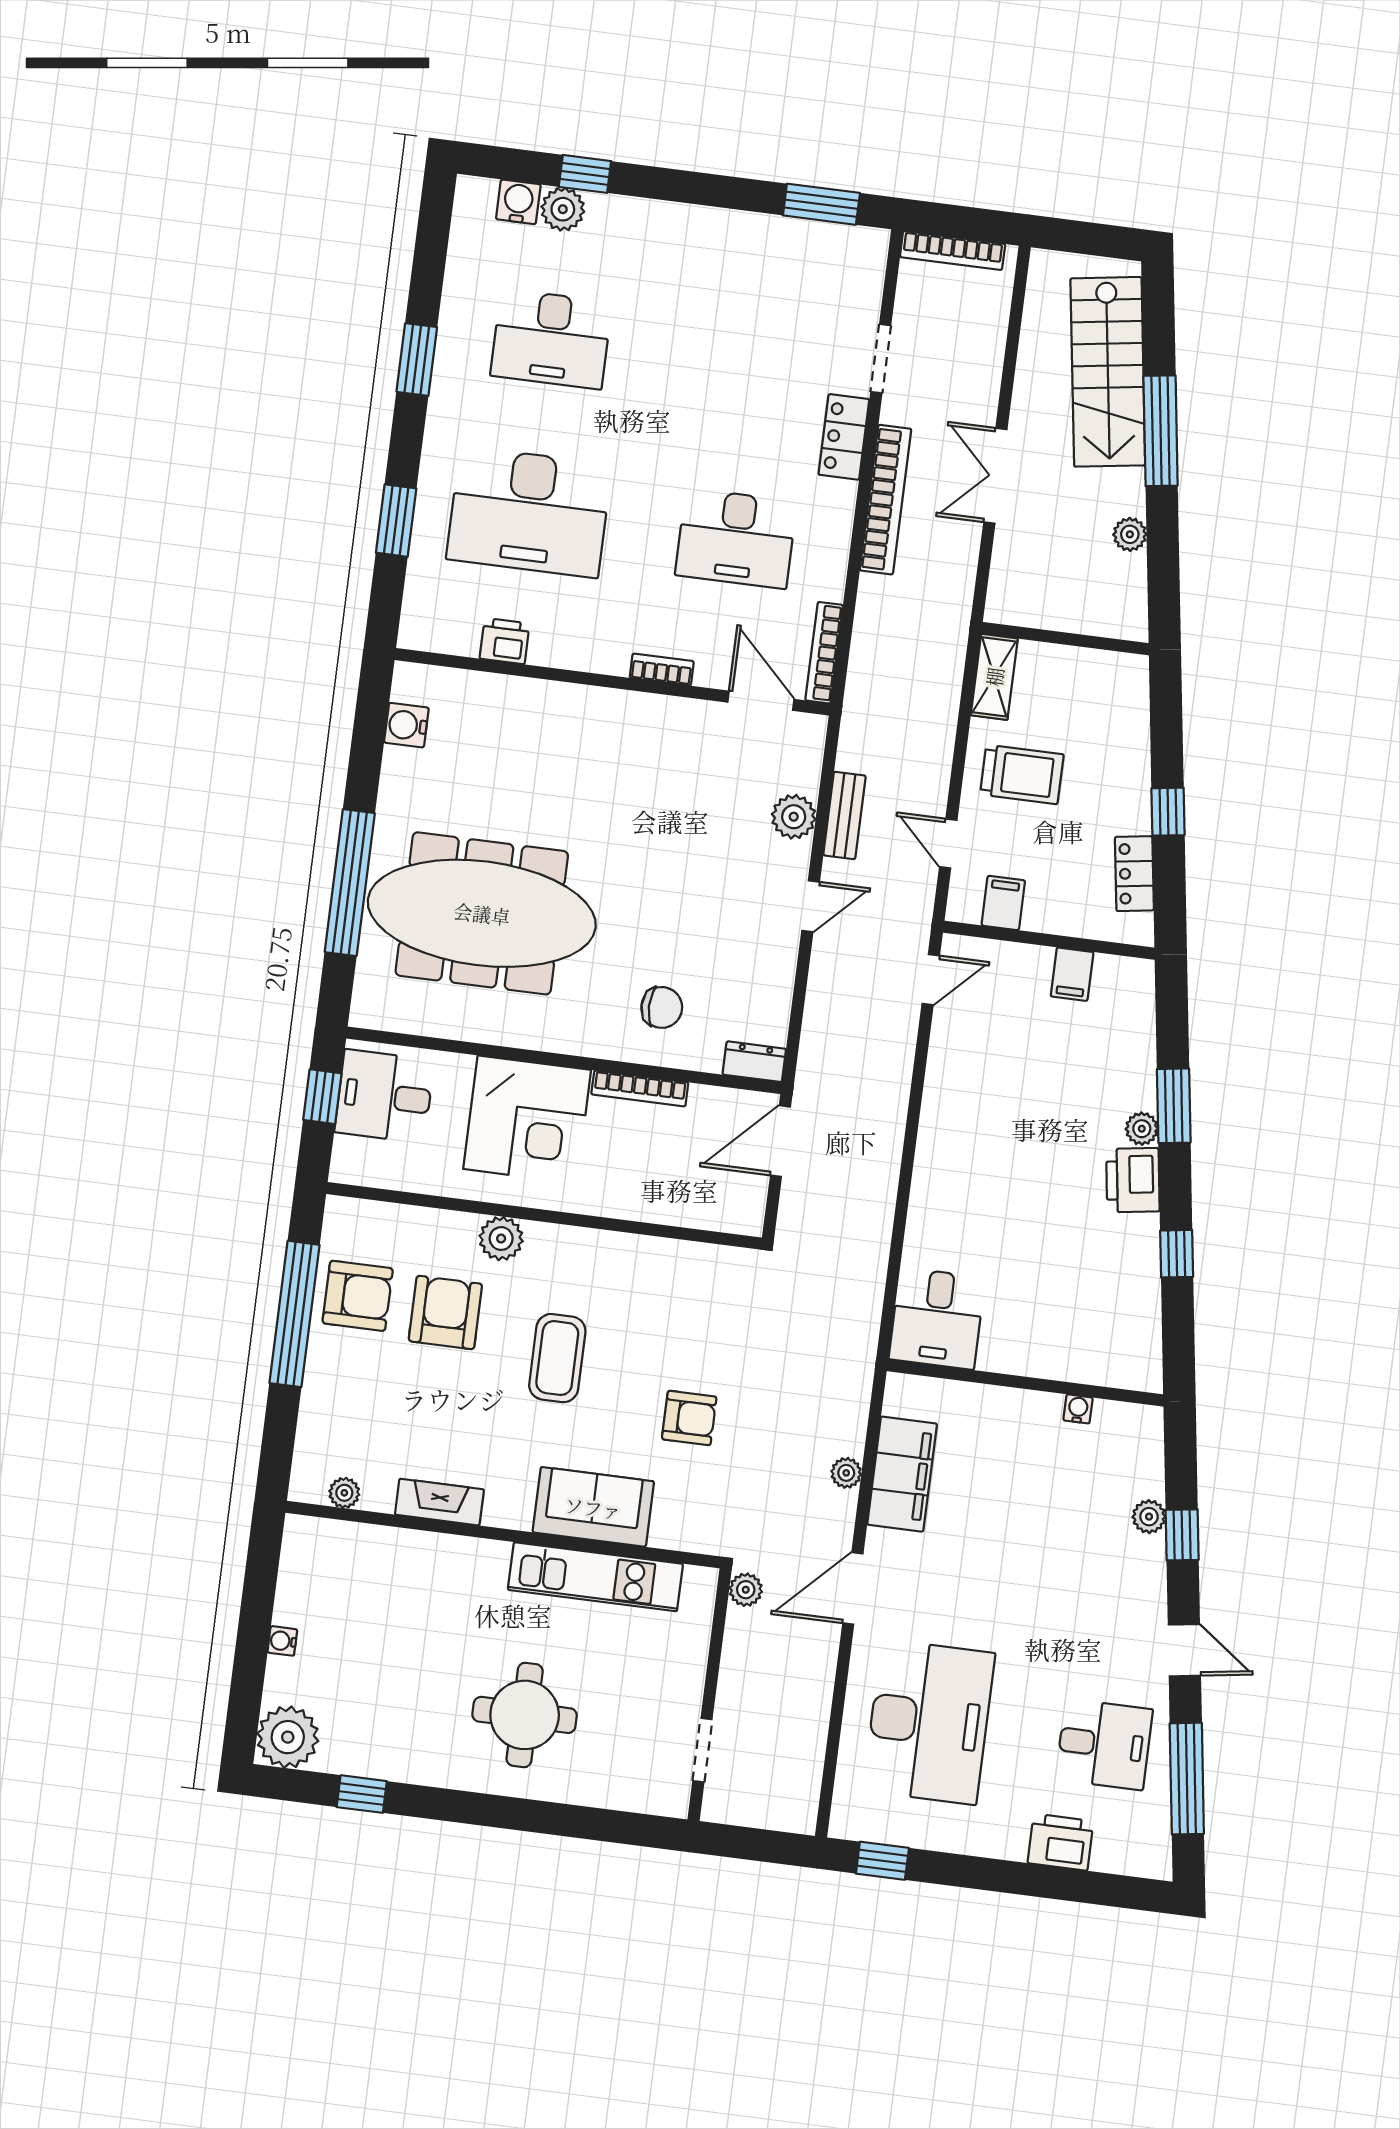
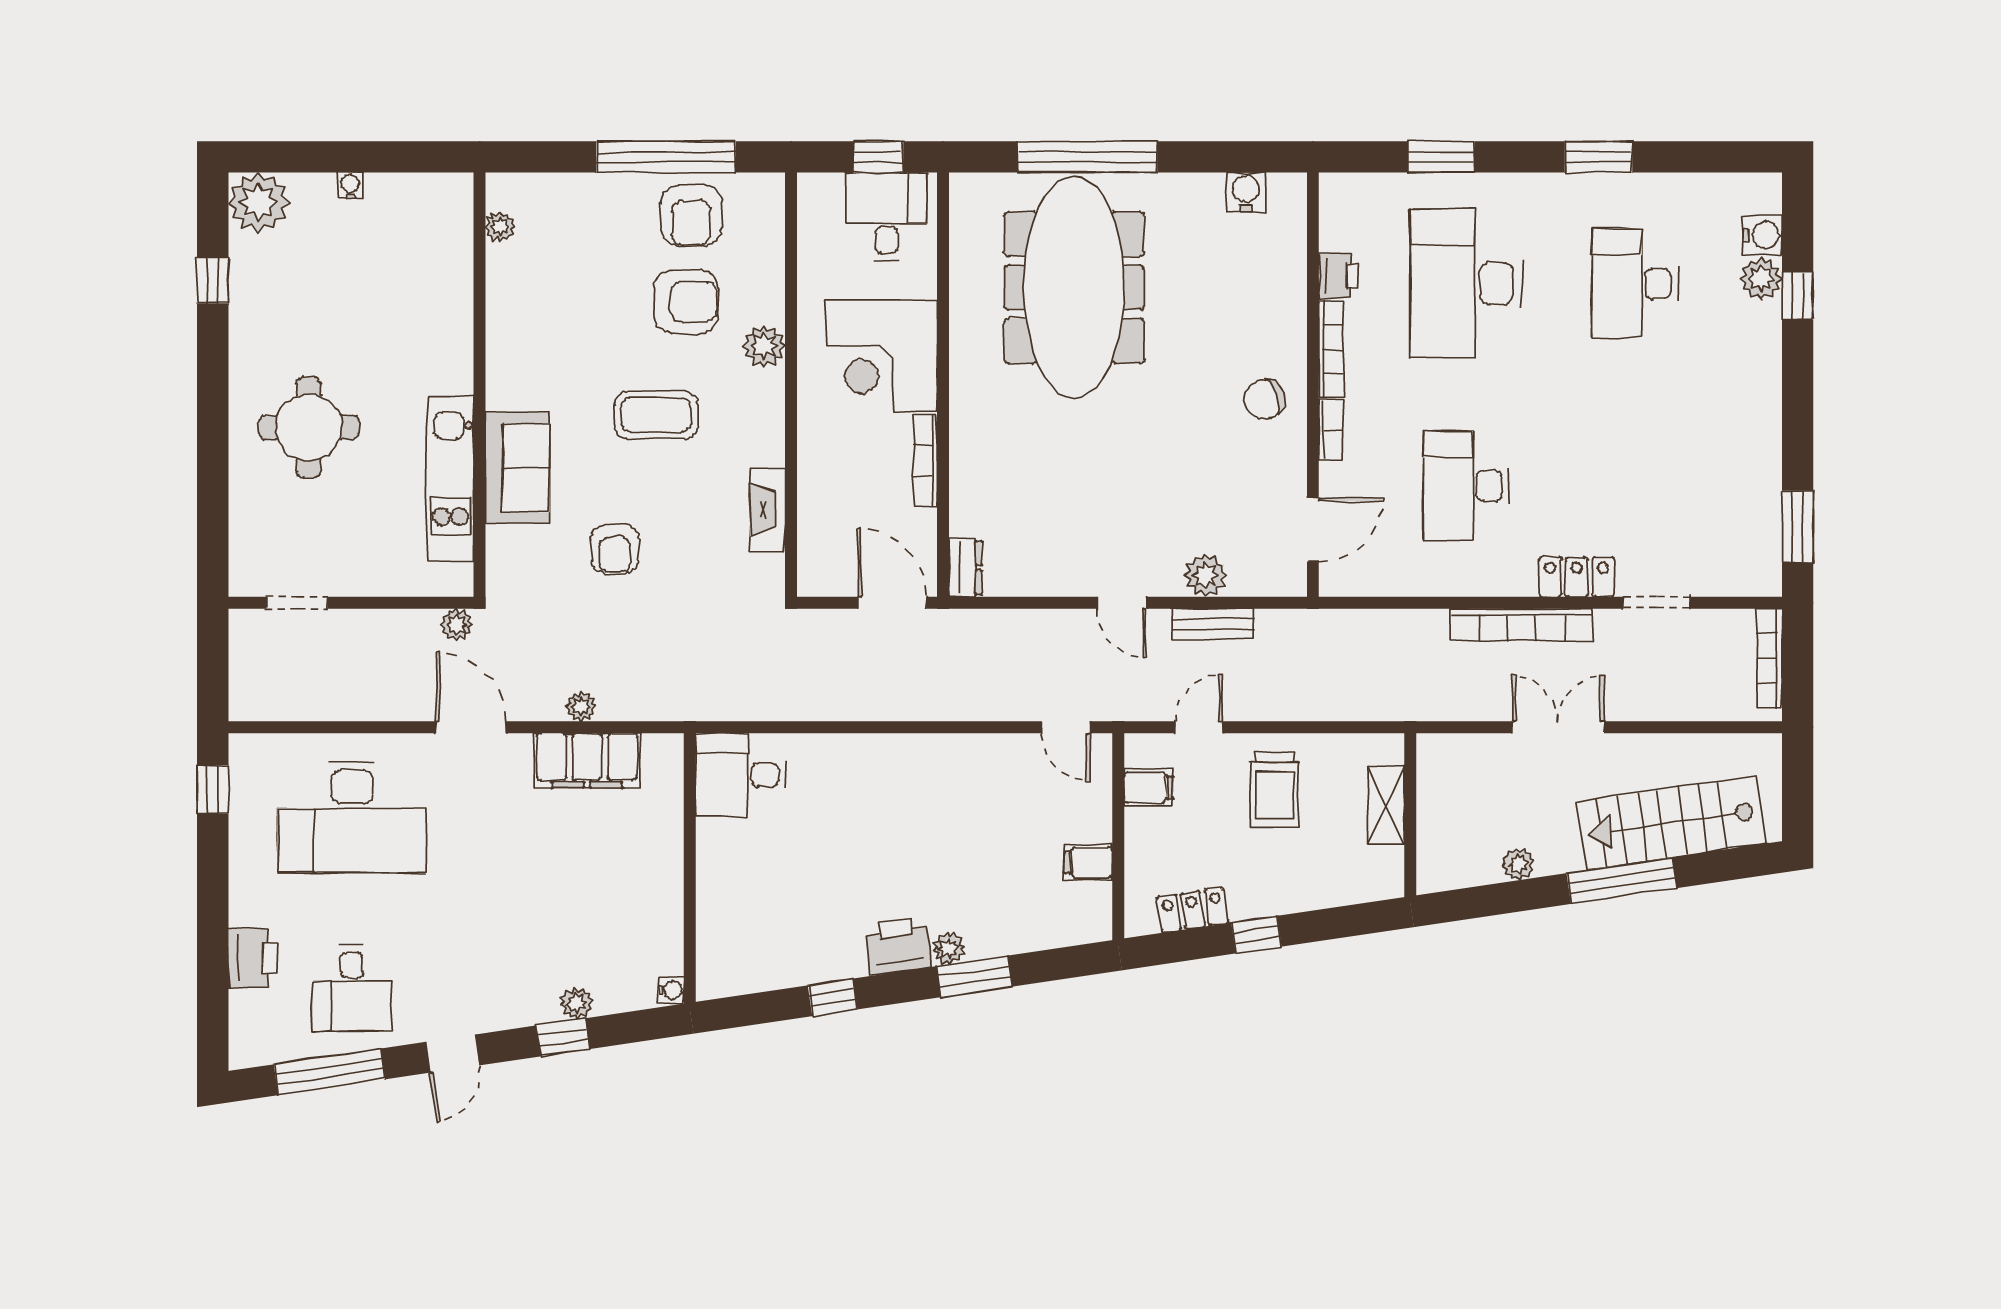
bookcase: (824, 653) -> (1331, 349), moved, turned 90
shelving: (994, 677) -> (1386, 805), moved, turned 90
chair: (662, 1007) -> (1265, 399), moved, turned 68
water cooler: (1078, 1409) -> (671, 990), moved
fireplace: (439, 1502) -> (768, 510), moved, turned 180

